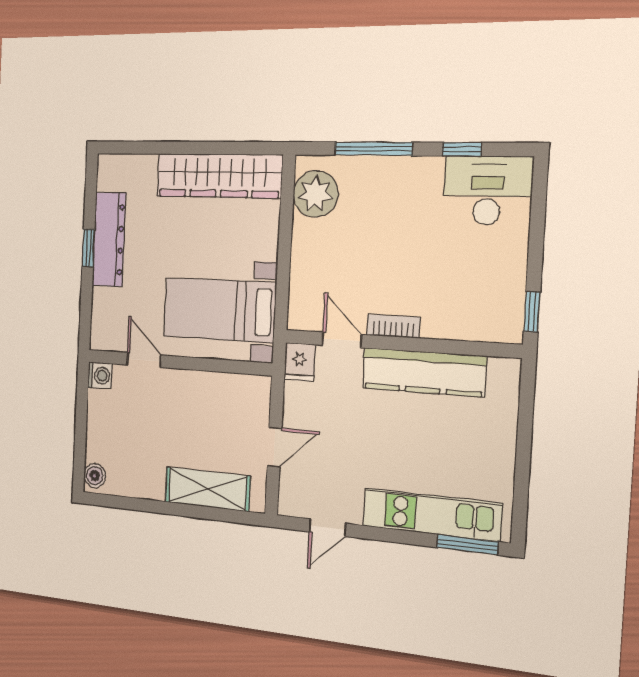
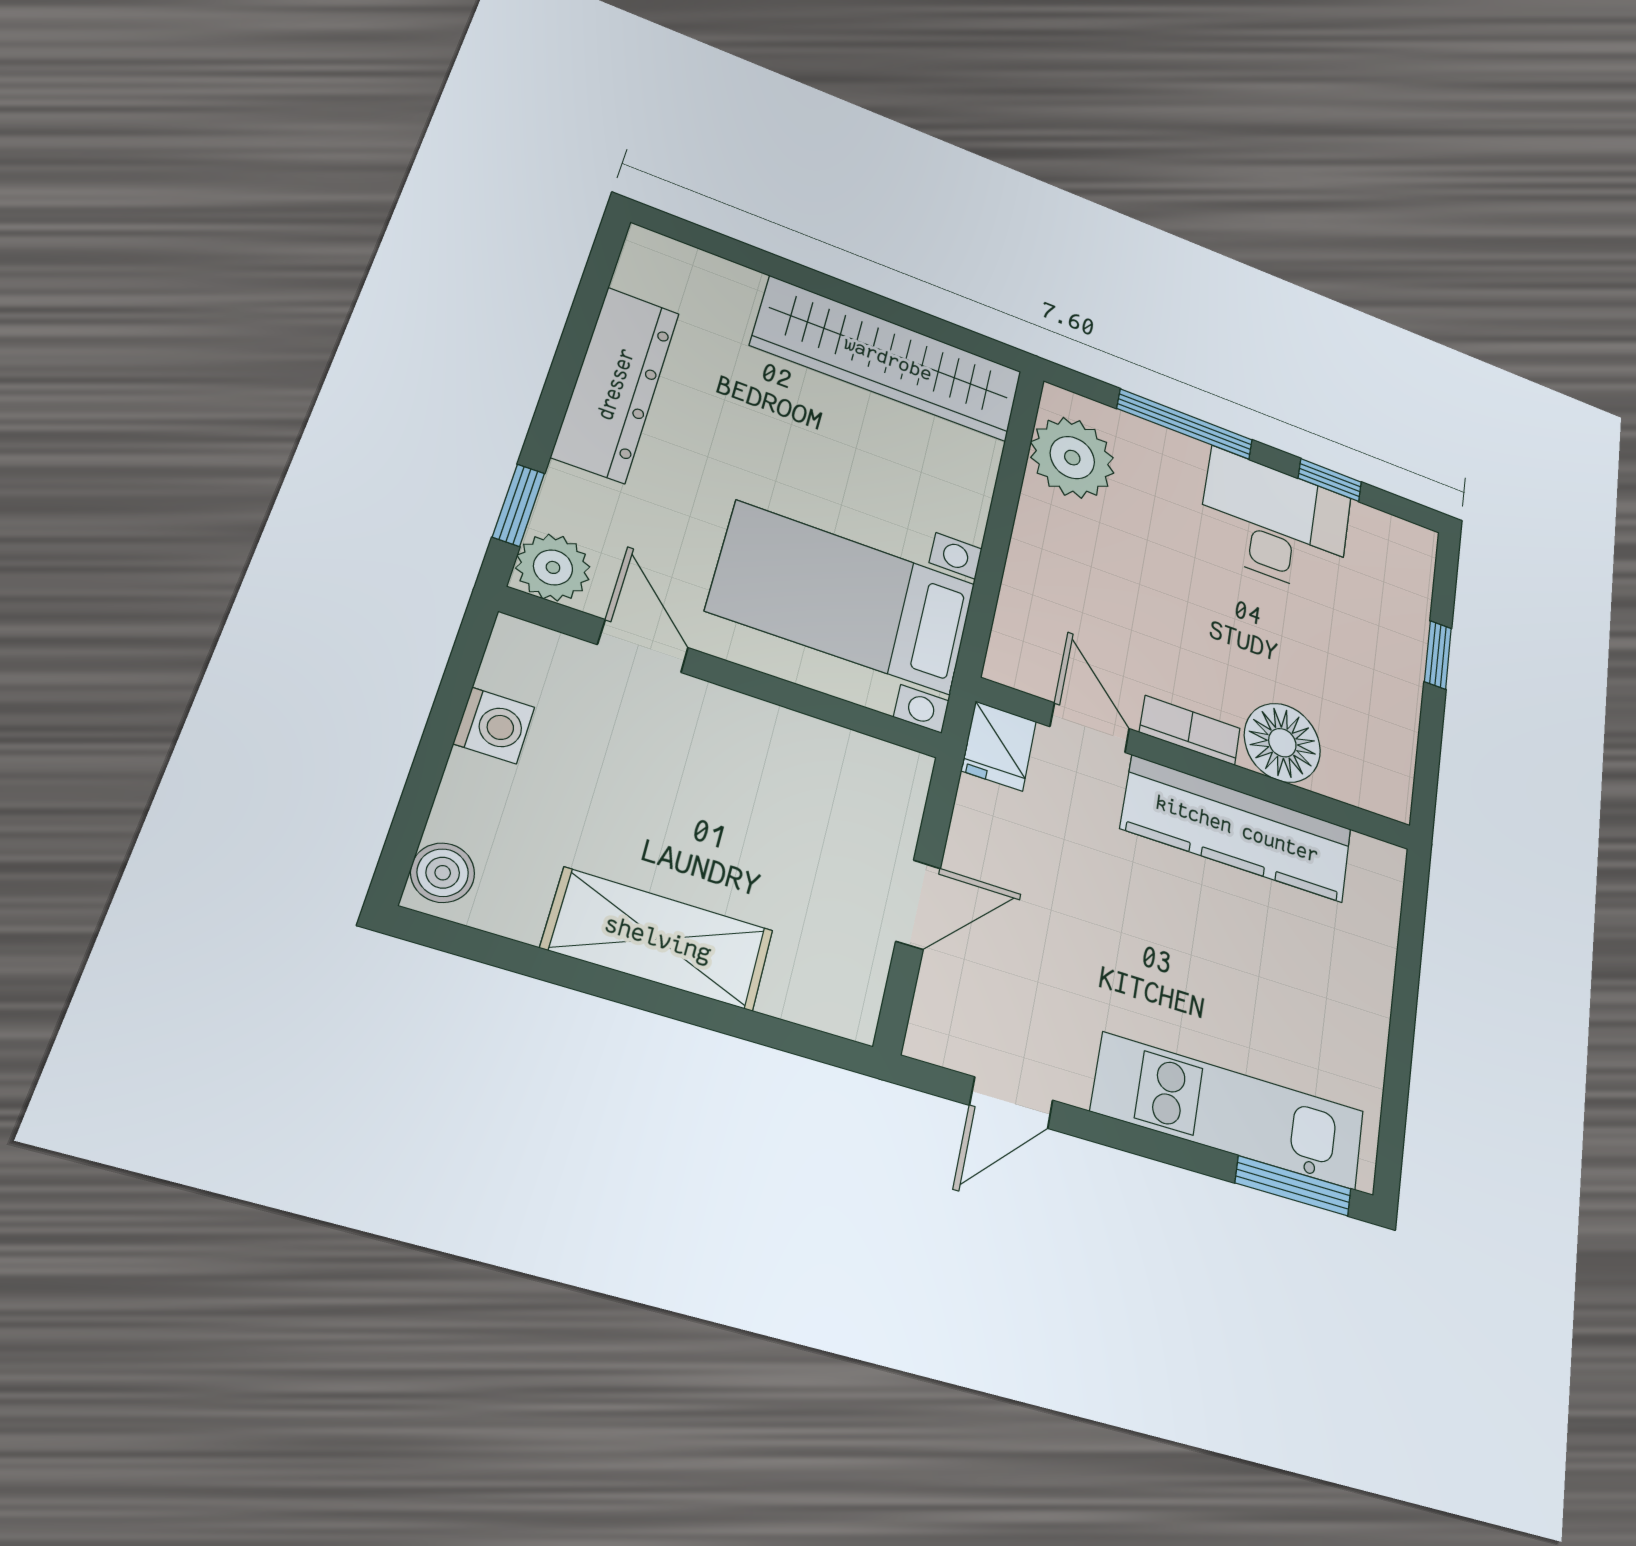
desk: (487, 190) -> (1275, 523), moved
window: (88, 248) -> (519, 505), moved
window: (532, 312) -> (1438, 655), moved
floor lamp: (445, 318) -> (1282, 743), added
plant: (104, 336) -> (553, 567), added
washing machine: (100, 376) -> (494, 725), moved
shelving: (207, 489) -> (658, 939), moved

